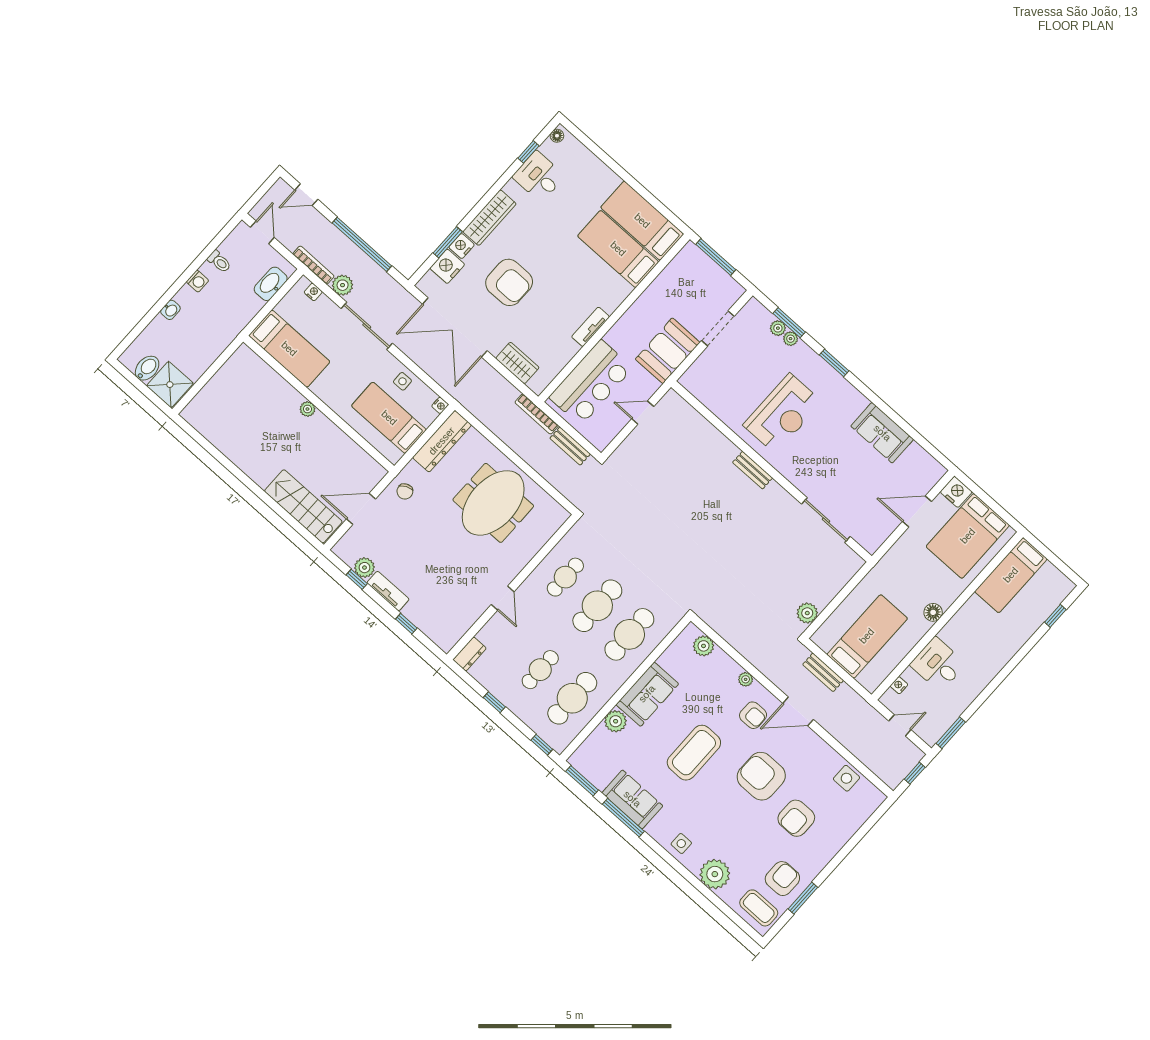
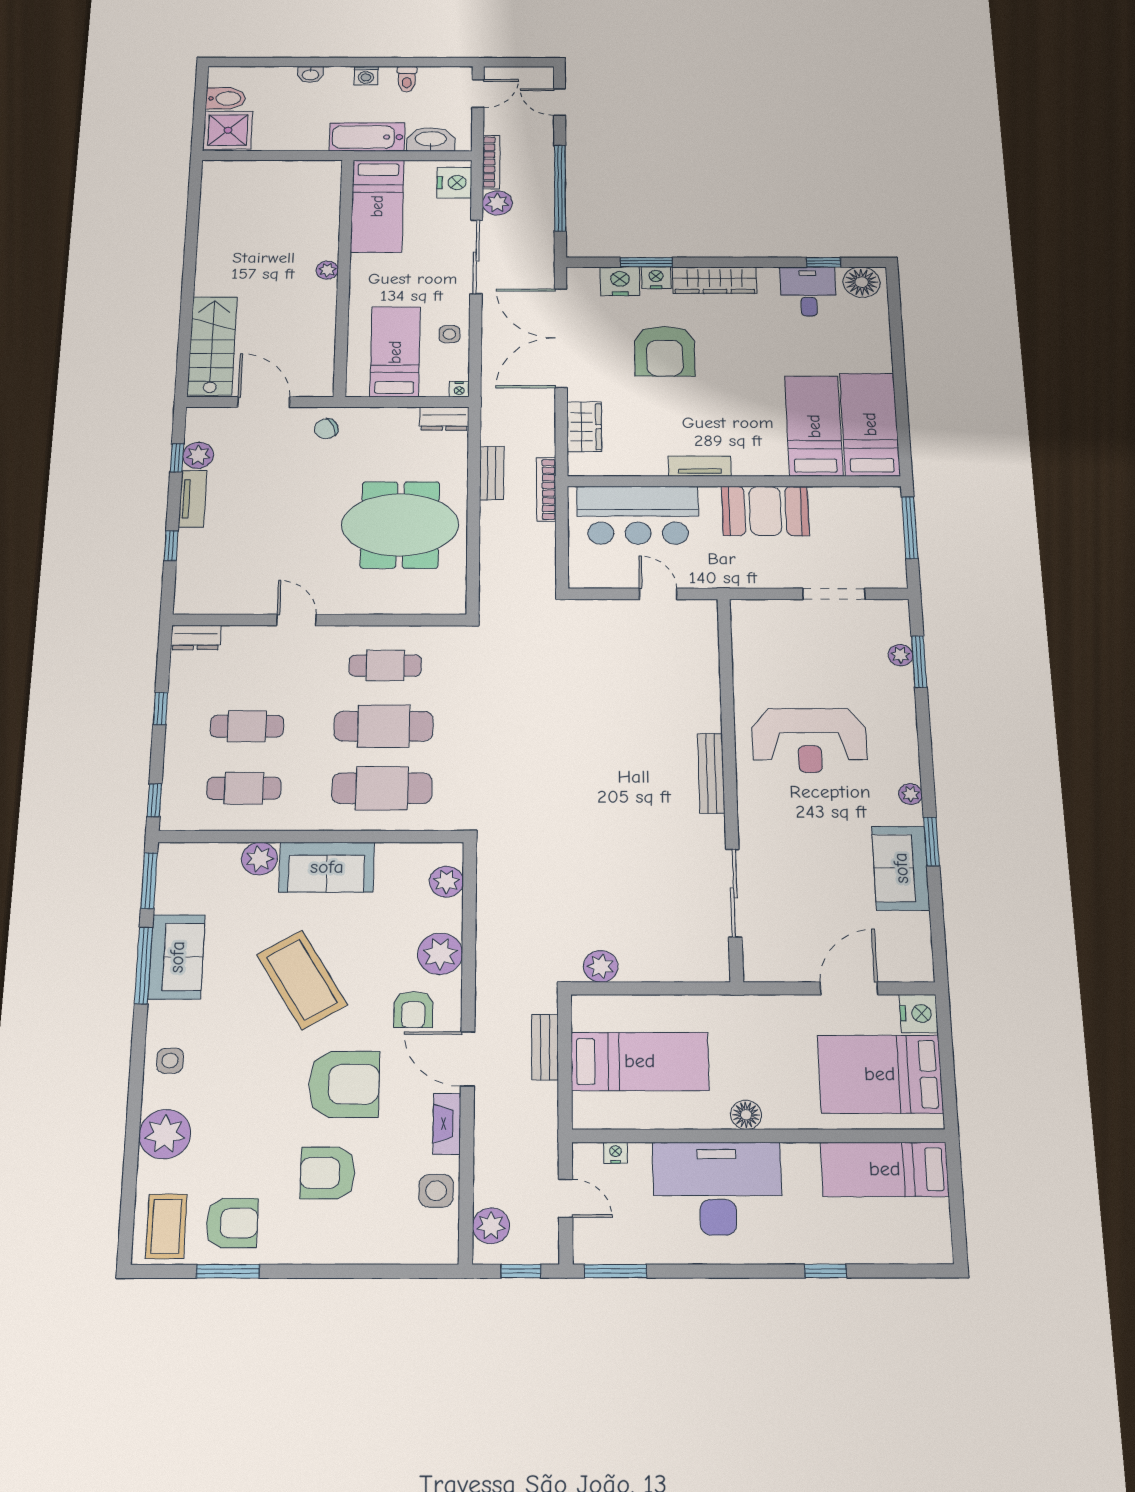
floor lamp: (557, 136) -> (862, 282), width x1.89, depth x1.89
nightstand: (313, 292) -> (454, 183), width x1.89, depth x1.79
bathtub: (239, 316) -> (367, 137), added
plant: (791, 339) -> (910, 794), moved
booth: (668, 351) -> (765, 511), moved
window: (834, 363) -> (931, 842), moved
dresser: (442, 441) -> (444, 419), width x0.51, depth x0.80
bench: (570, 446) -> (492, 473), moved
bench: (753, 470) -> (711, 773), width x1.36
door: (917, 512) -> (849, 988), hinge flipped
door: (503, 598) -> (296, 620), swing flipped
window: (1055, 616) -> (825, 1271), moved
desk: (938, 664) -> (717, 1188), width x1.87, depth x1.30
plant: (746, 679) -> (440, 954), width x1.88, depth x1.88
cafe table: (572, 698) -> (244, 788), width x0.73, depth x0.74
fireplace: (820, 747) -> (447, 1124), added
coffee table: (694, 753) -> (302, 980), turned 59
plant: (883, 768) -> (491, 1226), added
armchair: (761, 776) -> (344, 1084), turned 90

